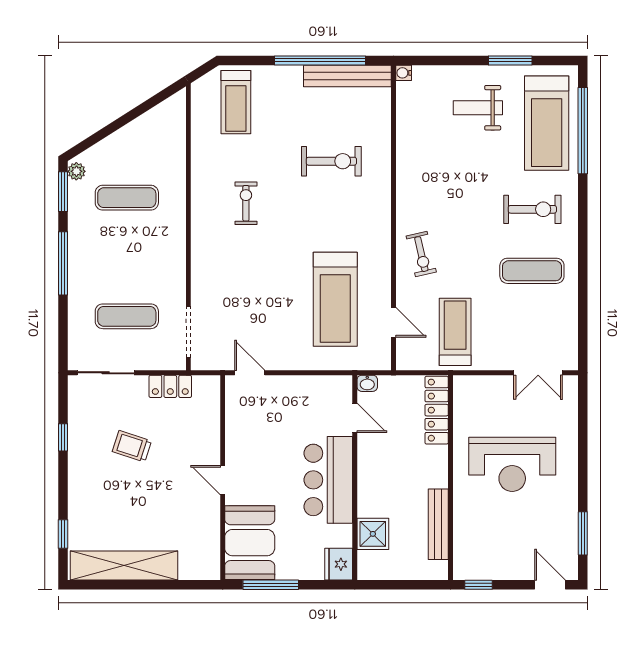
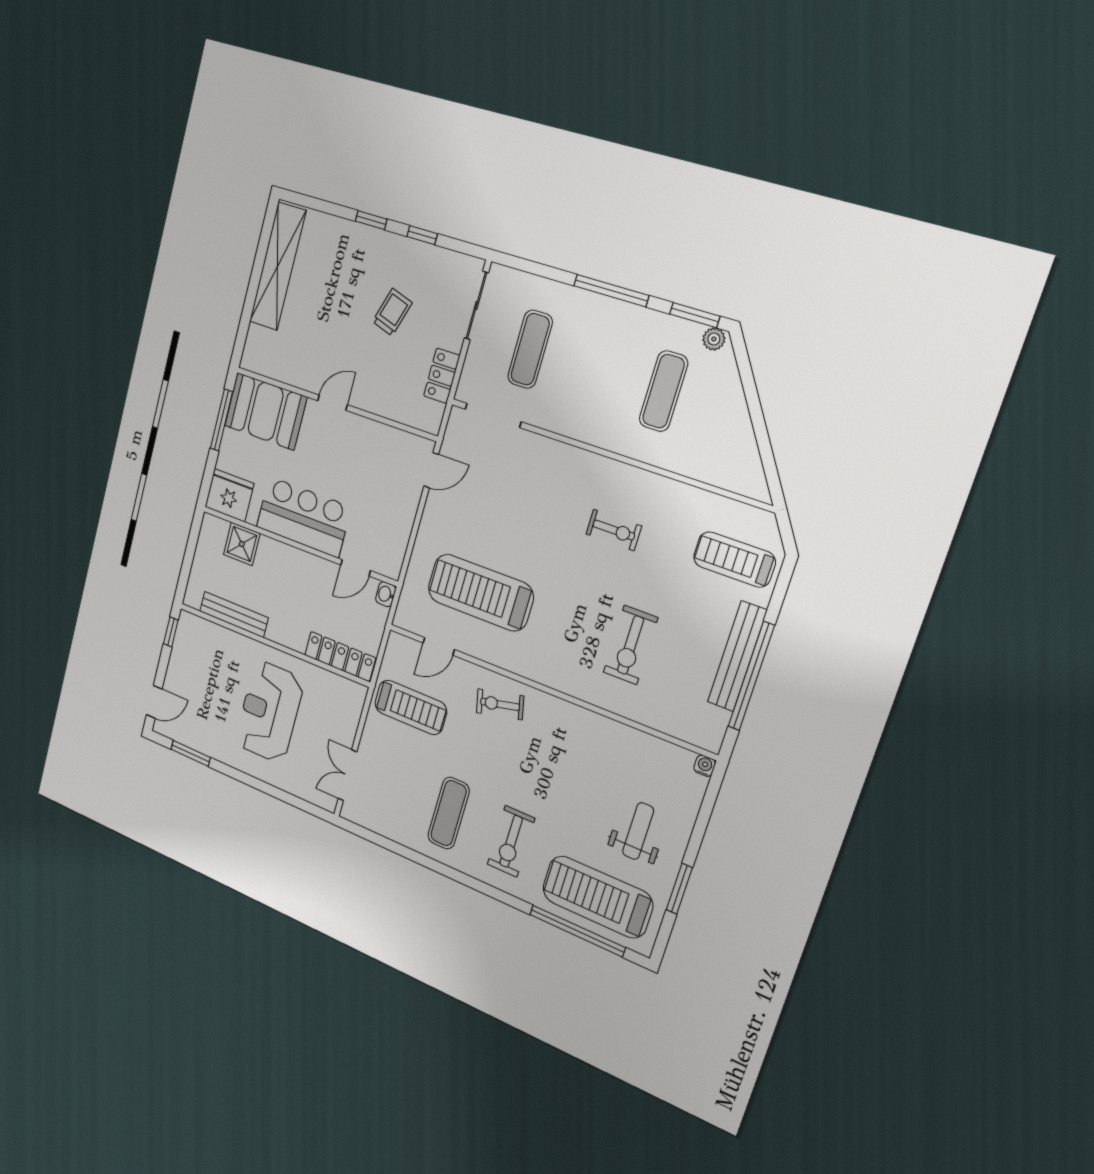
bench: (347, 76) -> (737, 656), moved
window: (63, 534) -> (371, 220), moved
fridge: (339, 564) -> (229, 495), width x1.36, depth x1.34

